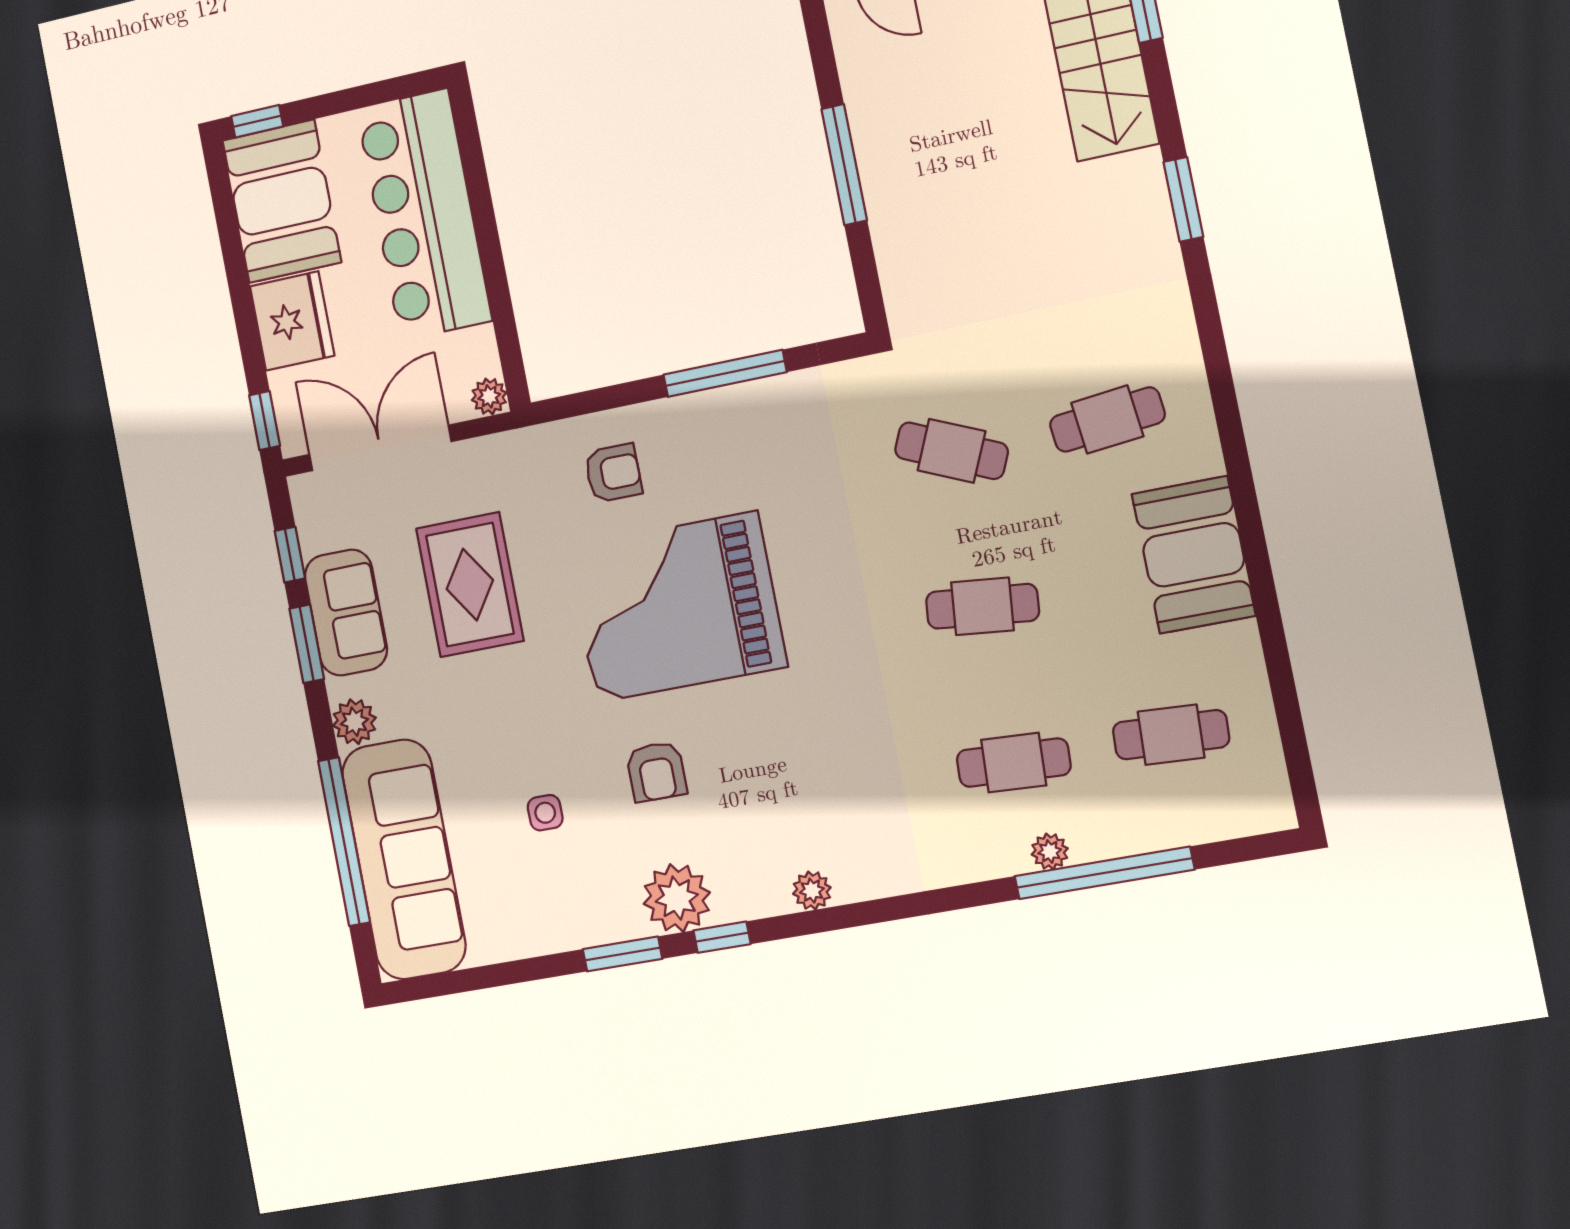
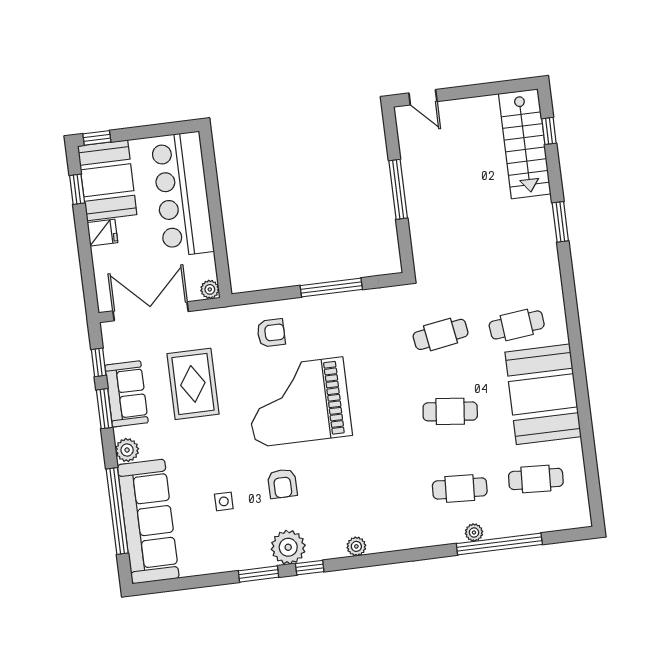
fridge: (292, 321) -> (102, 233), width x0.53, depth x0.75
window: (265, 421) -> (77, 189), moved
cafe table: (951, 451) -> (441, 334), turned -33
booth: (1194, 555) -> (543, 394), width x1.36, depth x1.42

